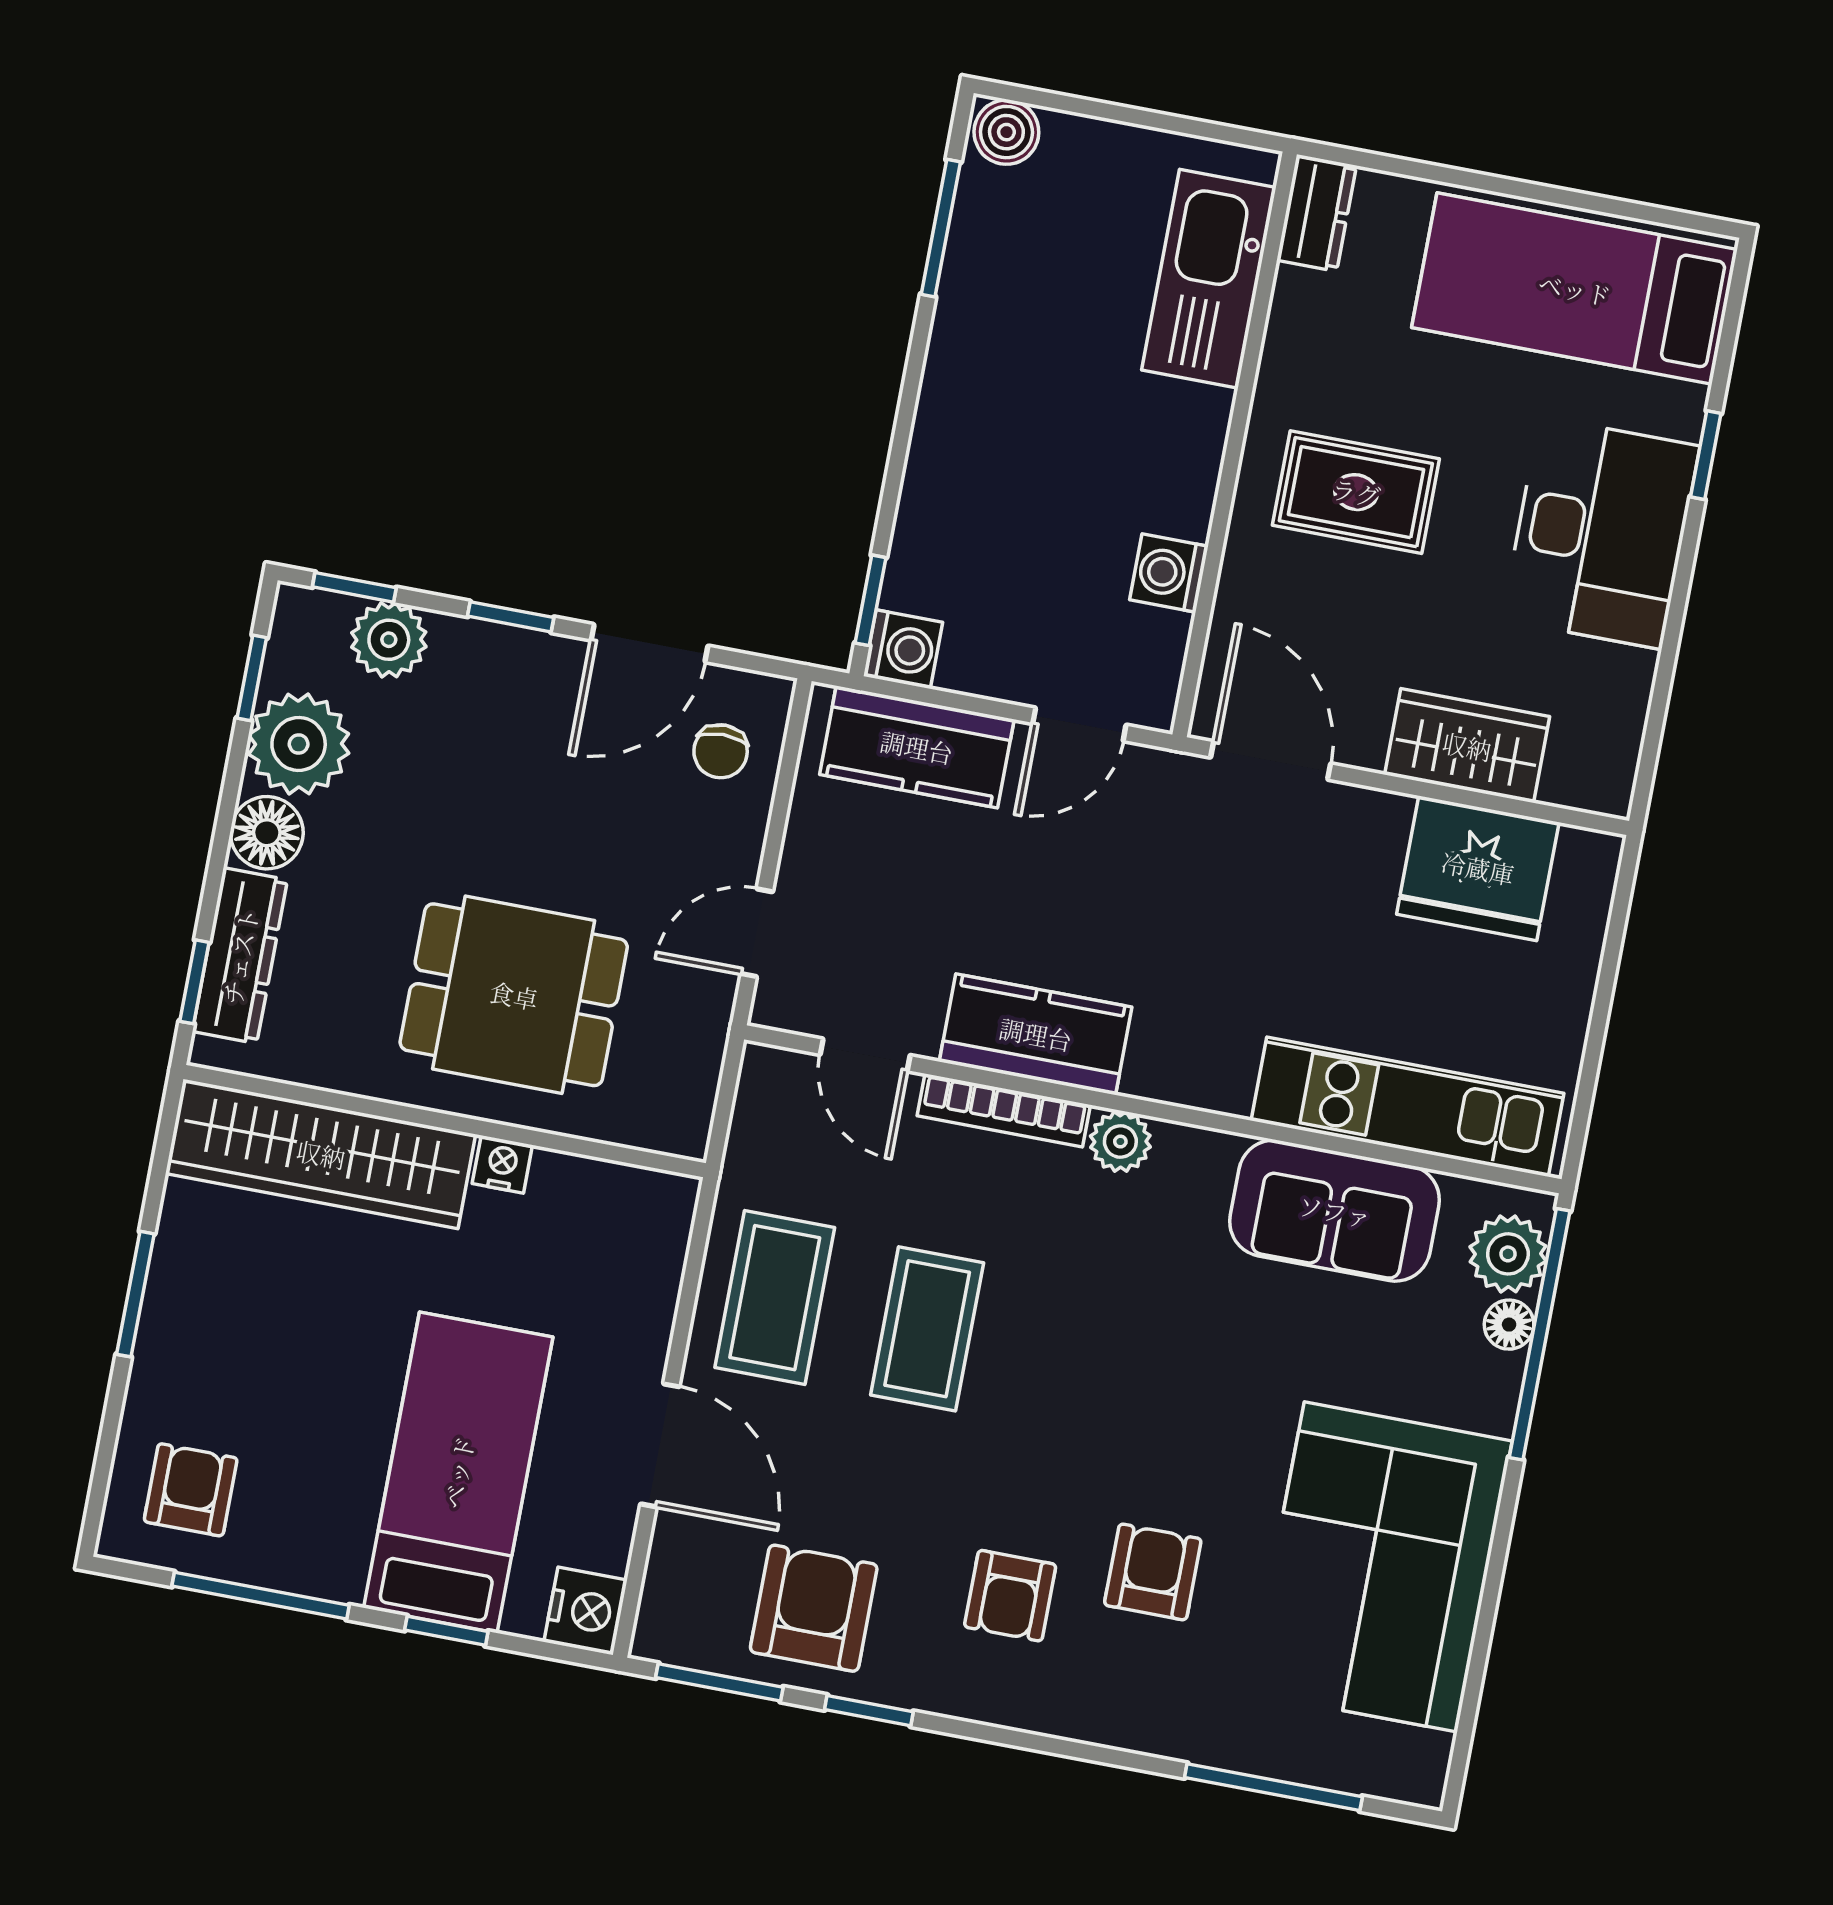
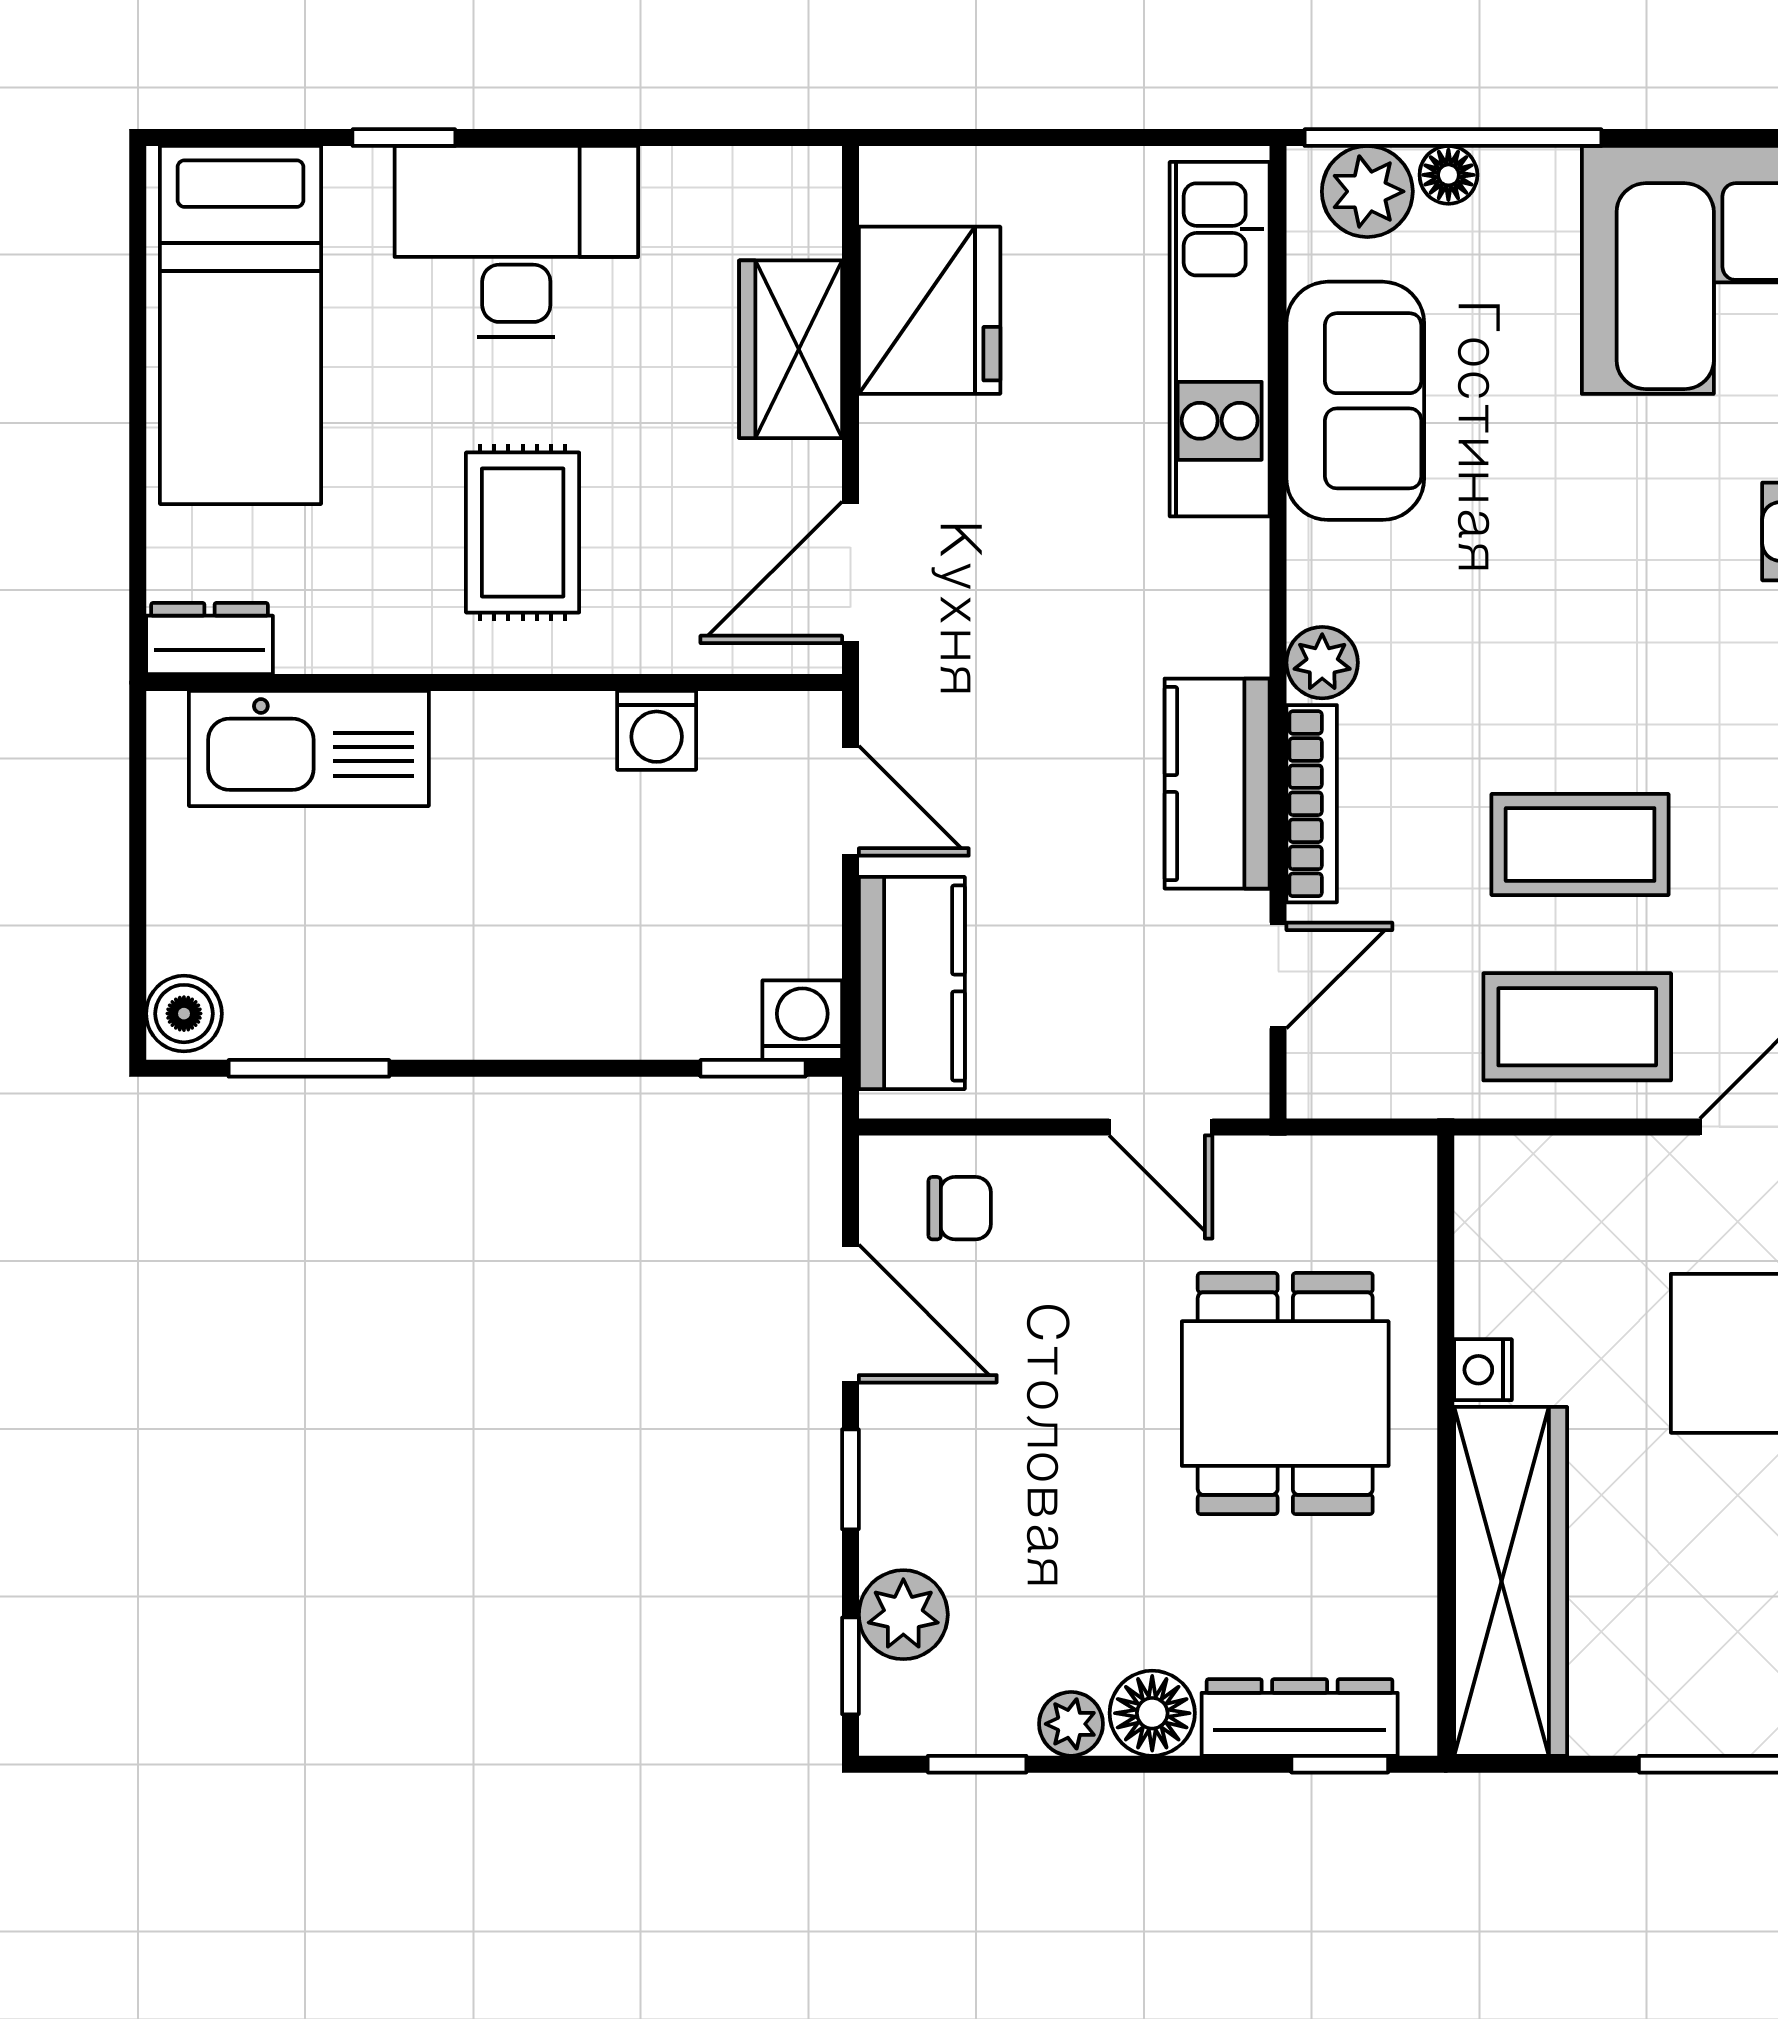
plant: (299, 744) -> (1071, 1724), width x0.53, depth x0.53

